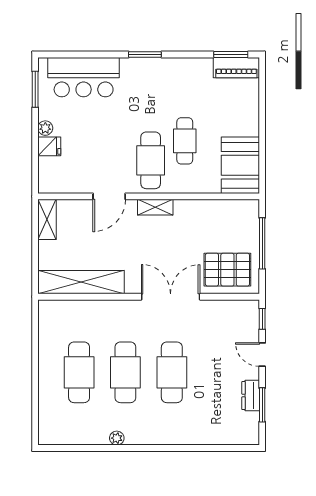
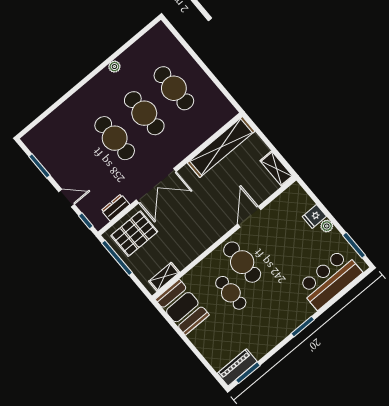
shelving: (155, 207) -> (164, 277), moved
window: (262, 243) -> (117, 258), moved
dresser: (251, 396) -> (115, 207), moved, turned -90

